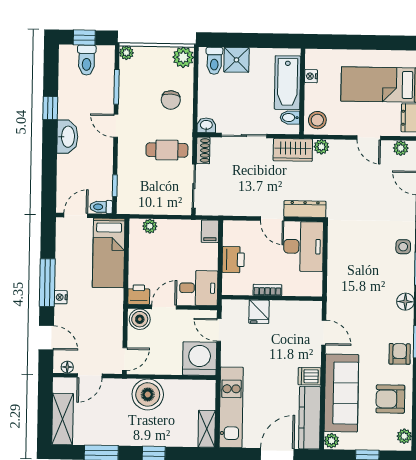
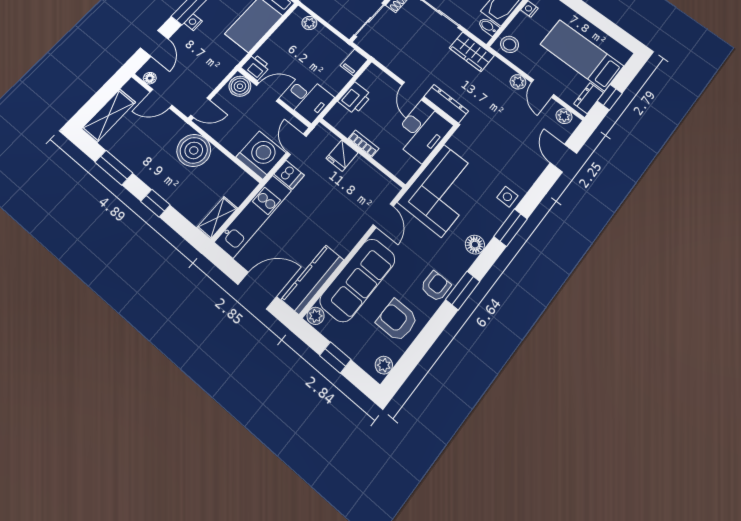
plant: (321, 147) -> (518, 82), moved
corner sofa: (353, 280) -> (443, 190), added
dishwasher: (310, 376) -> (289, 175), moved, turned 180

